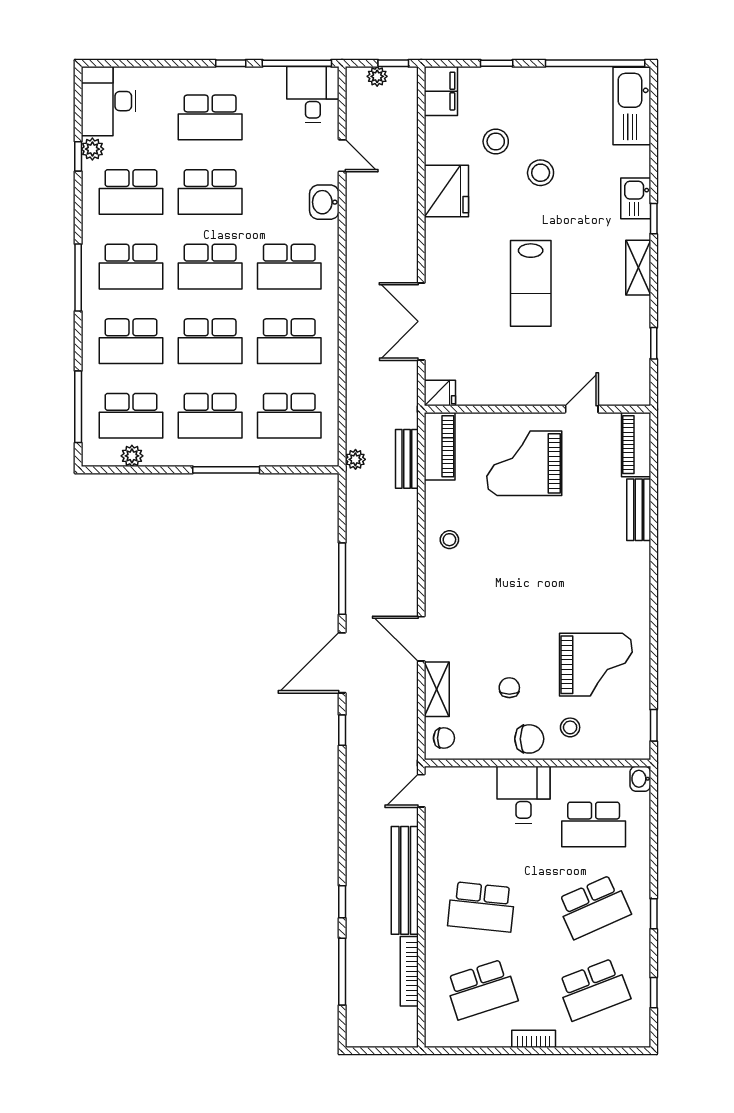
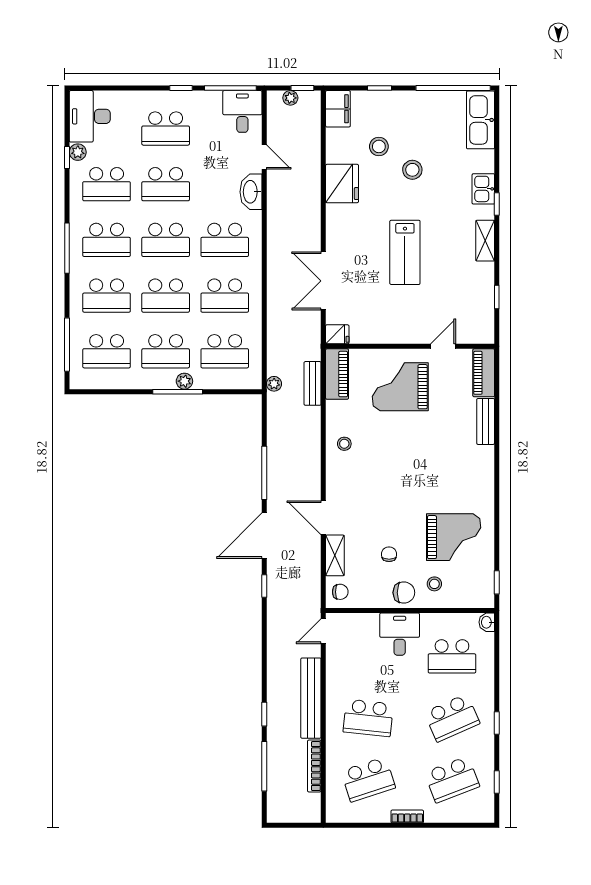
washbasin: (324, 202) -> (251, 192), width x1.38
plant: (132, 456) -> (184, 381), moved

